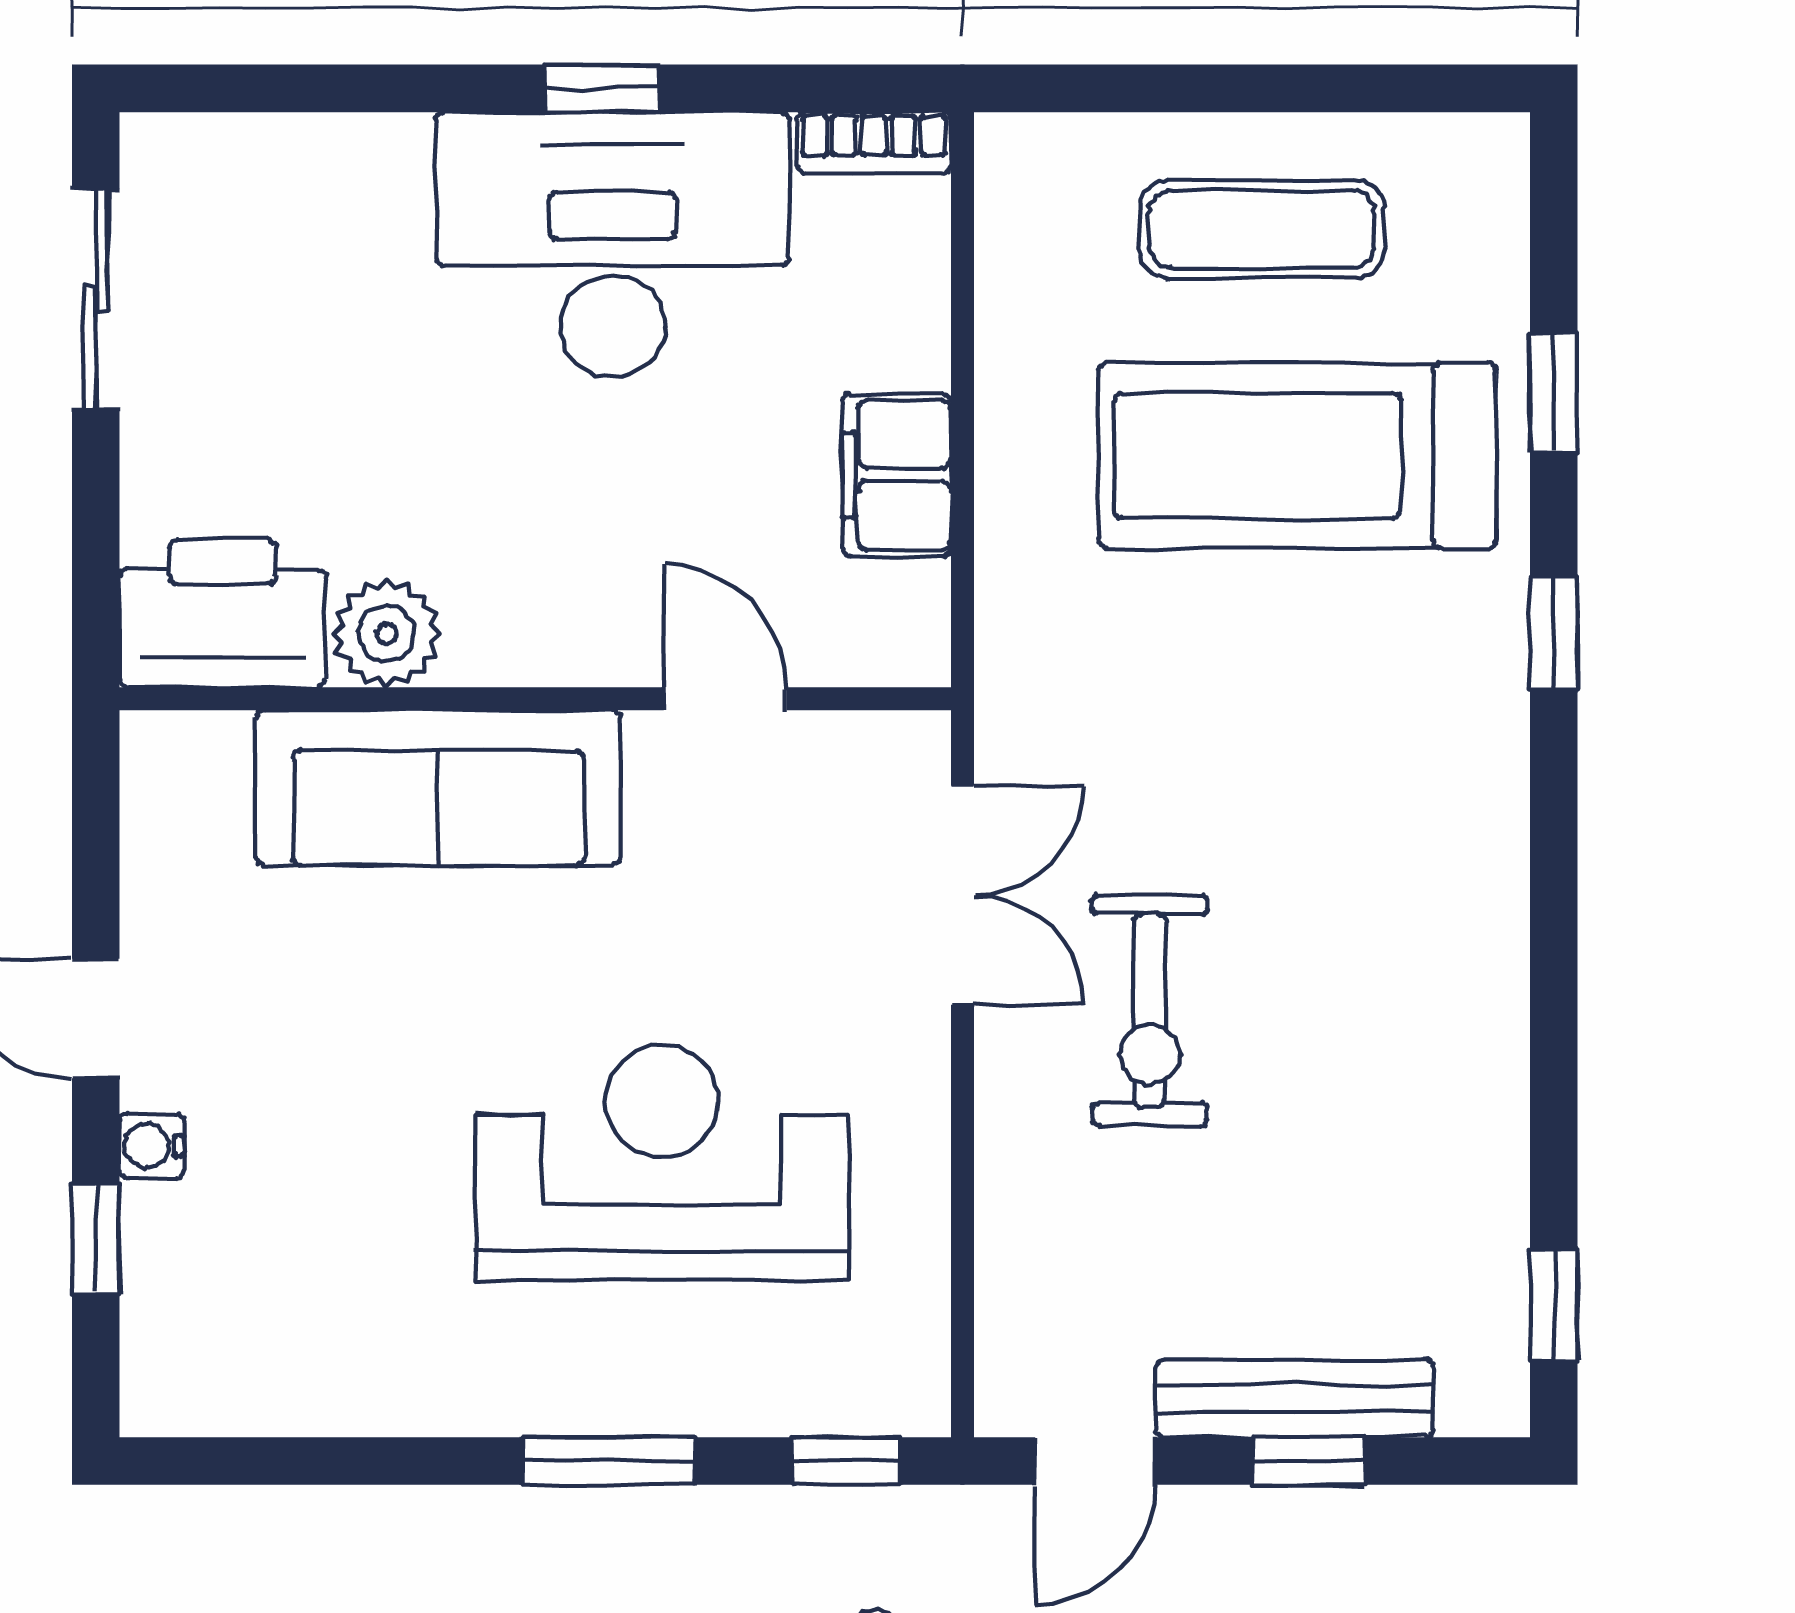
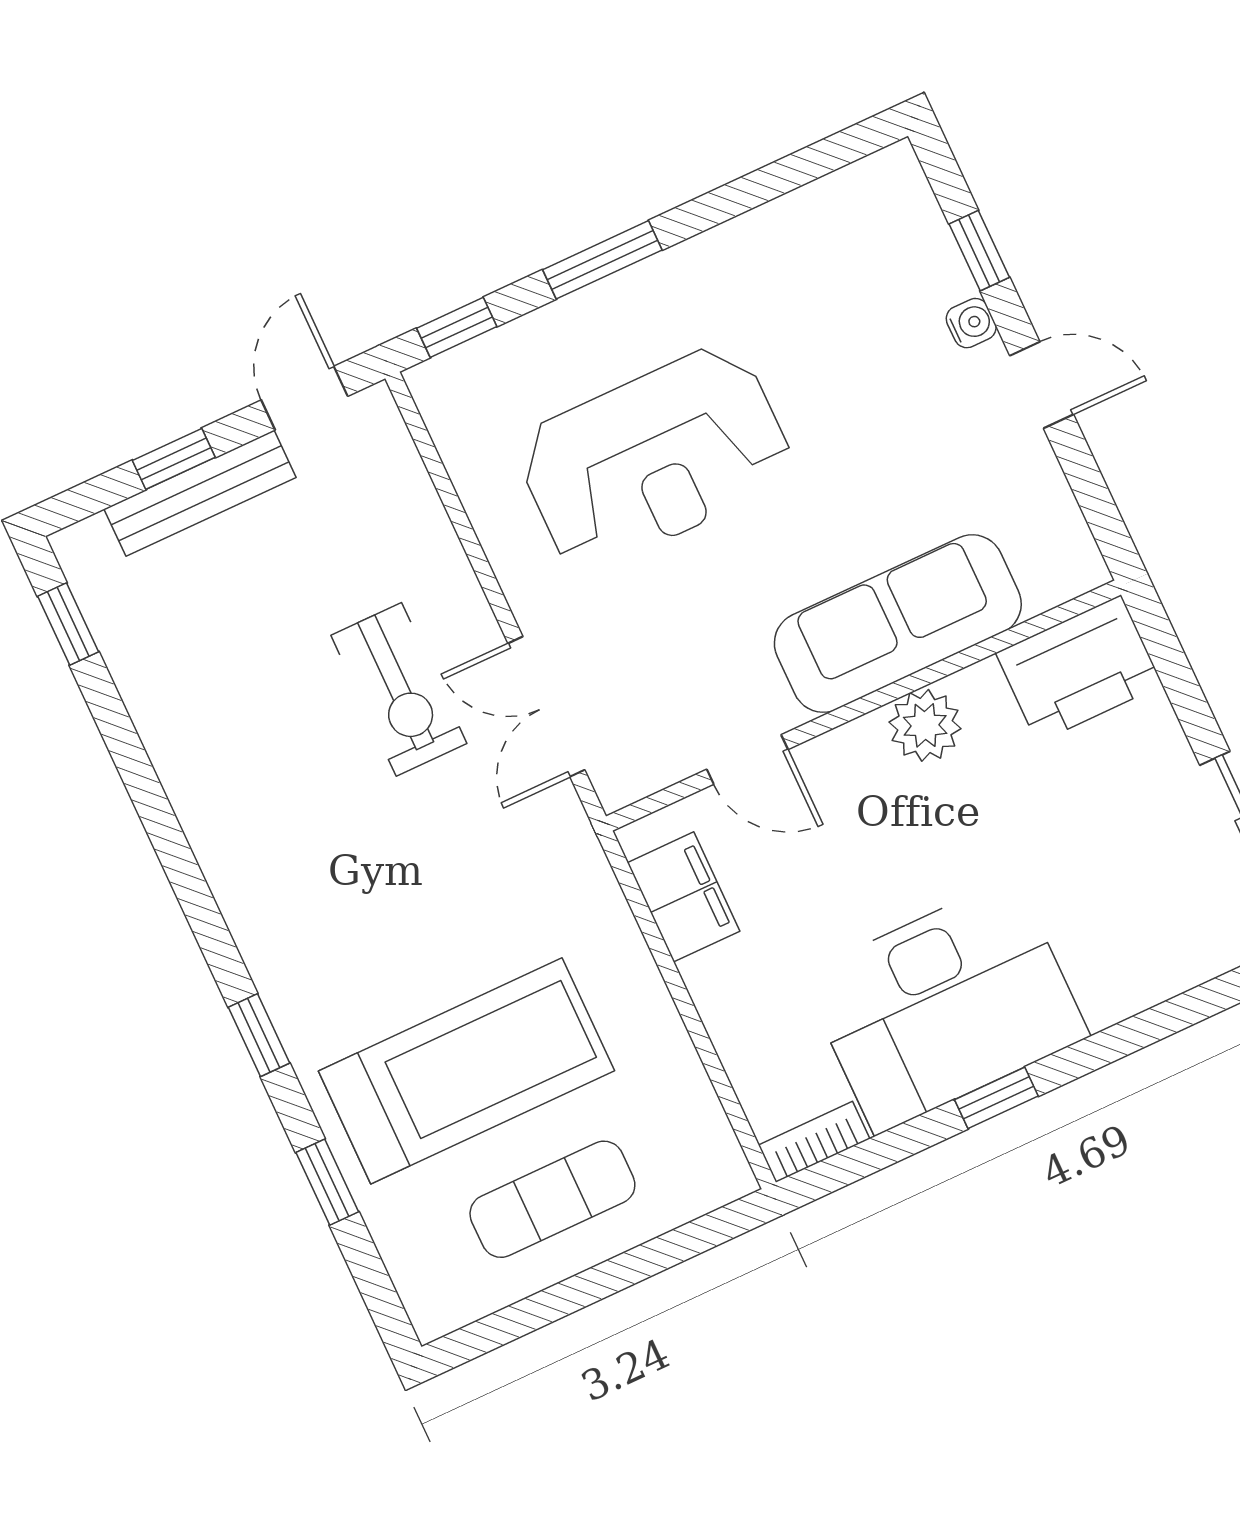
filing cabinet: (897, 475) -> (684, 897), moved
plant: (387, 634) -> (925, 725), moved
exercise bike: (1150, 1011) -> (399, 689), turned 180

